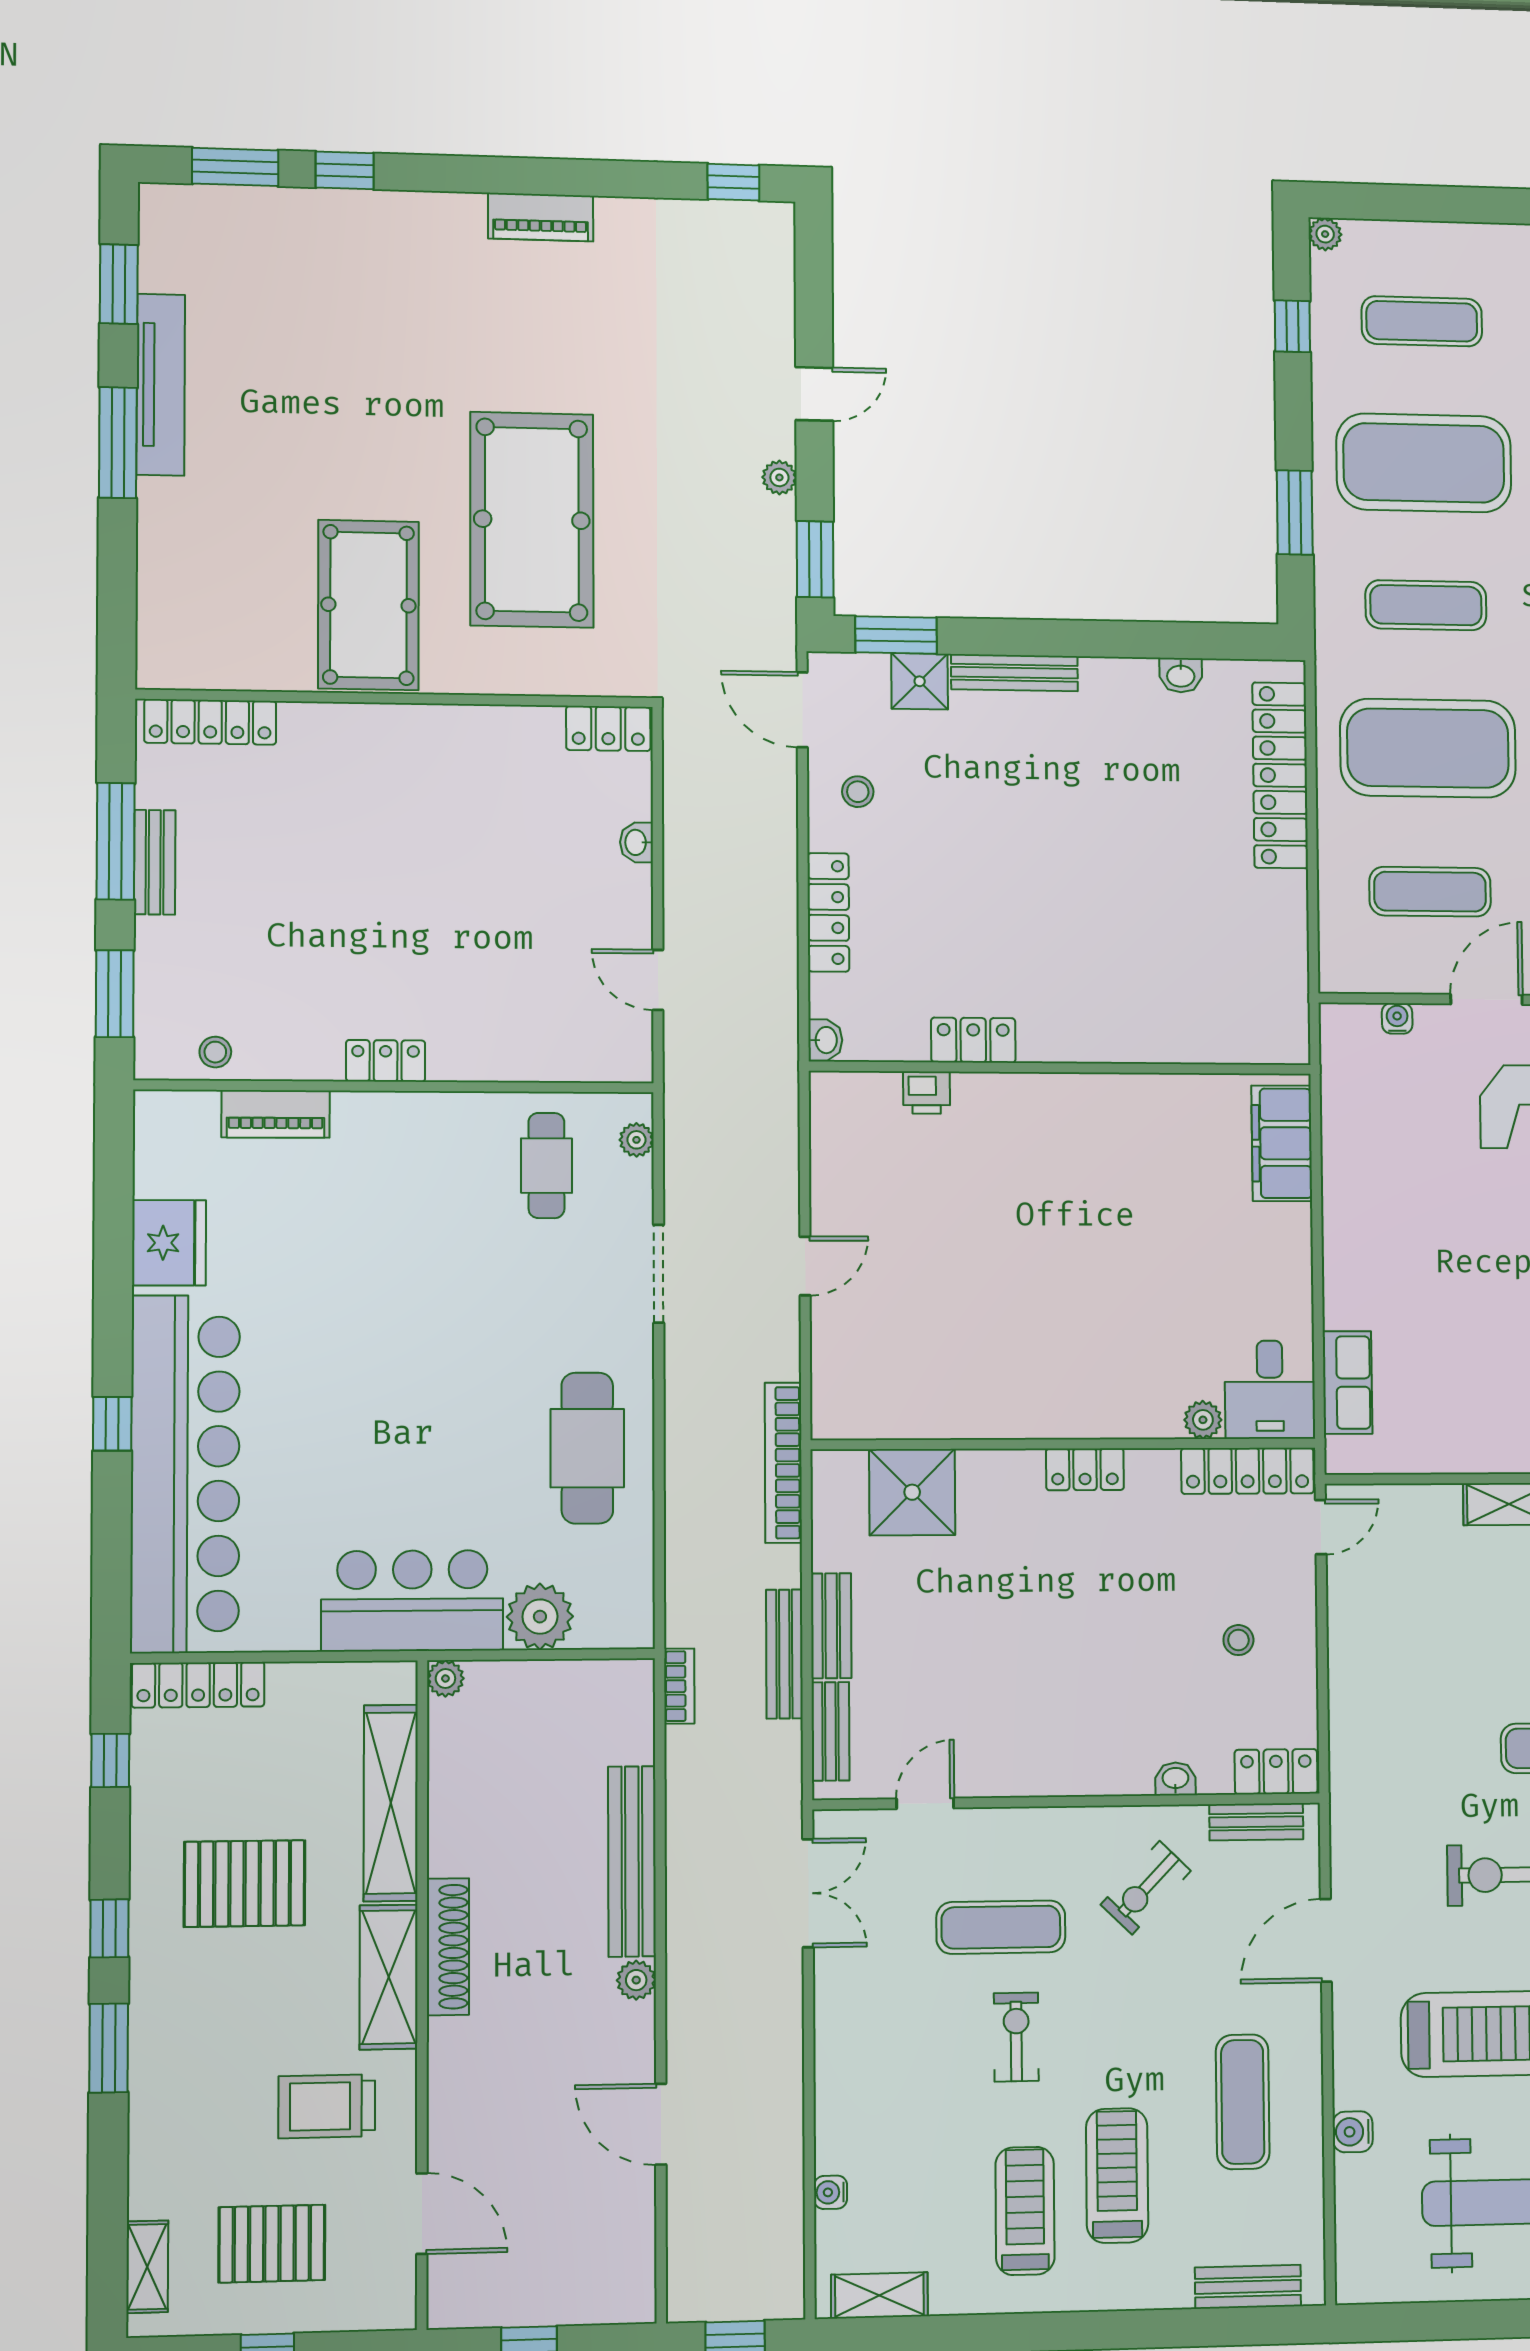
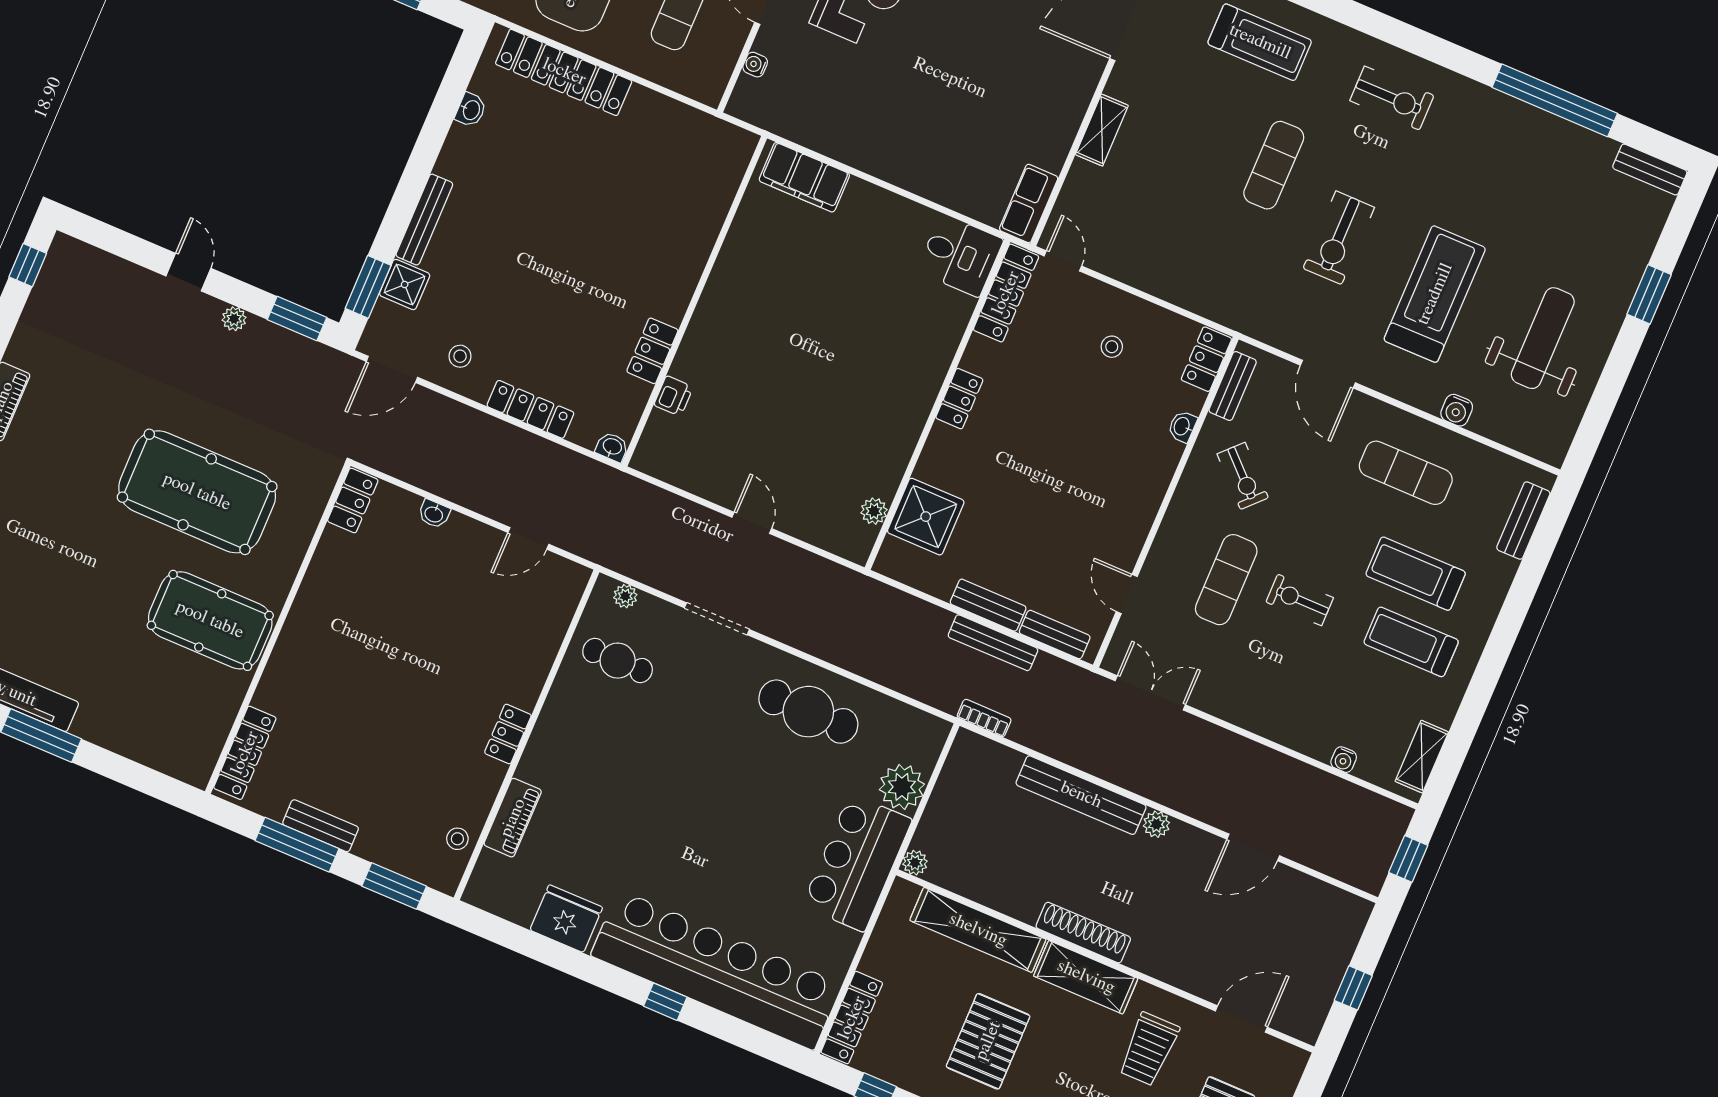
row of seats: (1347, 1383) -> (1029, 203), moved, turned -90
plant: (1203, 1420) -> (874, 511), moved
bookcase: (783, 1463) -> (871, 591), removed

